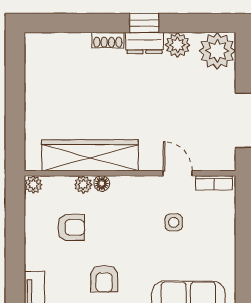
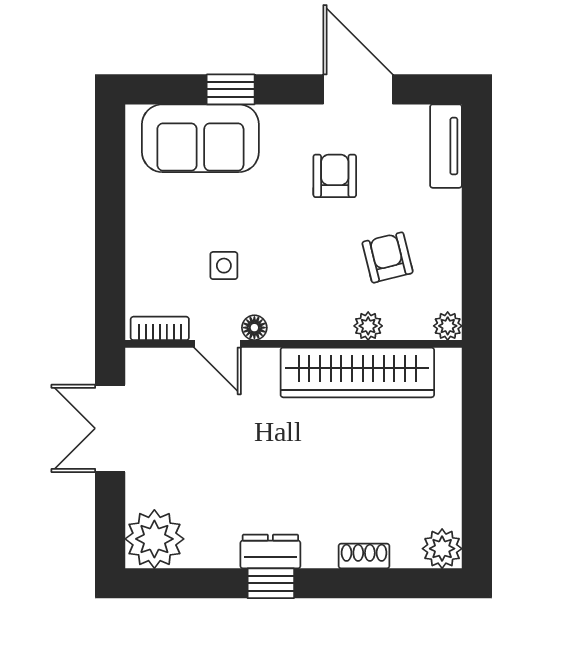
shoe rack: (108, 40) -> (364, 556), moved
plant: (178, 45) -> (442, 549), moved
floor lamp: (102, 183) -> (254, 328), moved
armchair: (71, 227) -> (388, 257), turned 76

